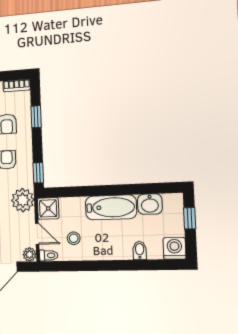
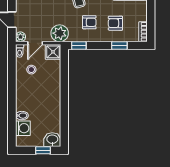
washbasin: (150, 204) -> (52, 140), moved, turned 90
bathtub: (111, 207) -> (52, 97), removed
washing machine: (174, 248) -> (23, 128), moved

